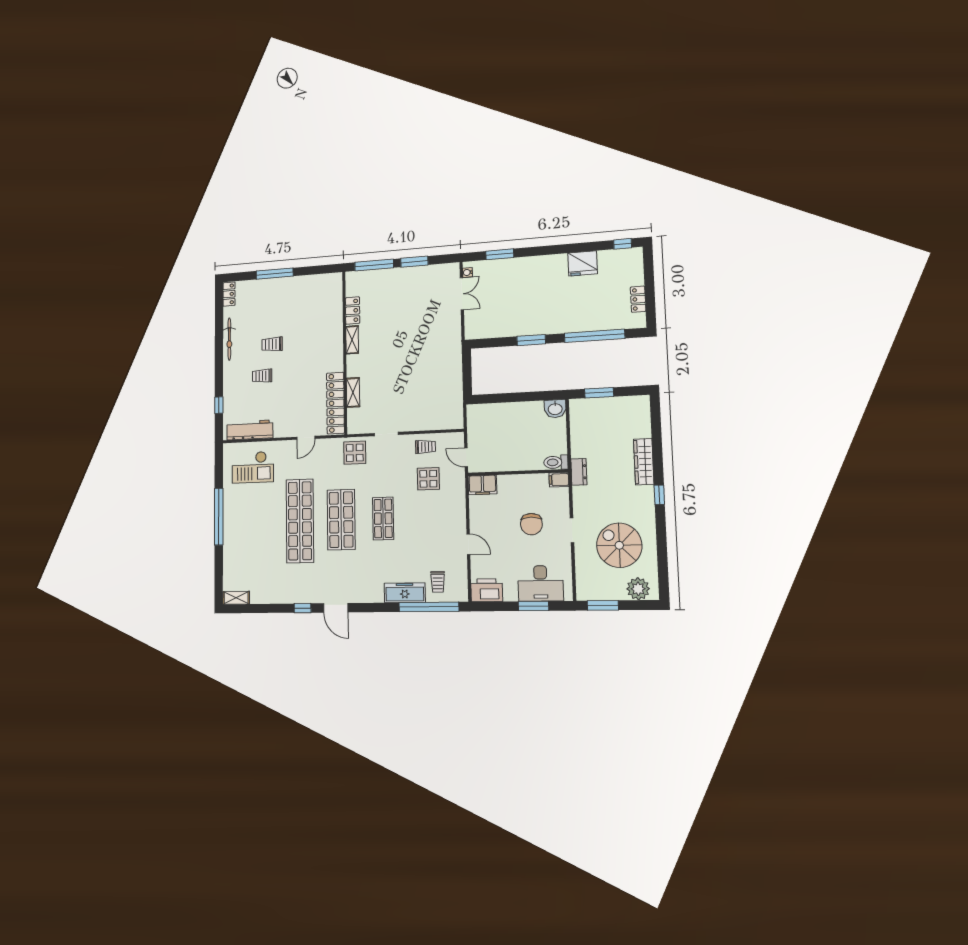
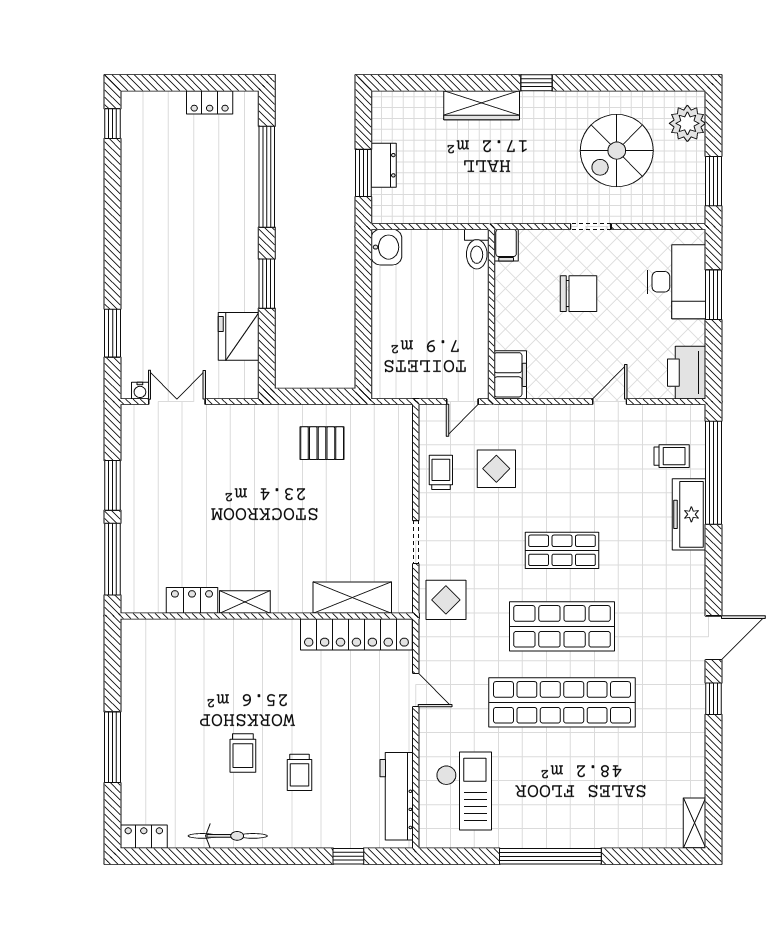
fridge: (583, 263) -> (239, 336), moved, turned 180
pallet: (440, 378) -> (322, 443), added
shelving: (353, 392) -> (352, 598), width x1.50, depth x1.33
dresser: (579, 472) -> (384, 165), moved, turned 90

